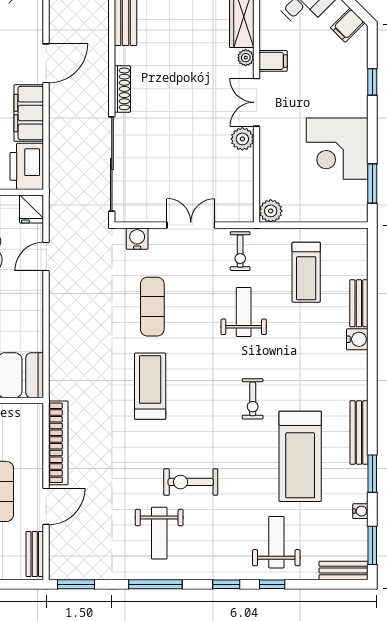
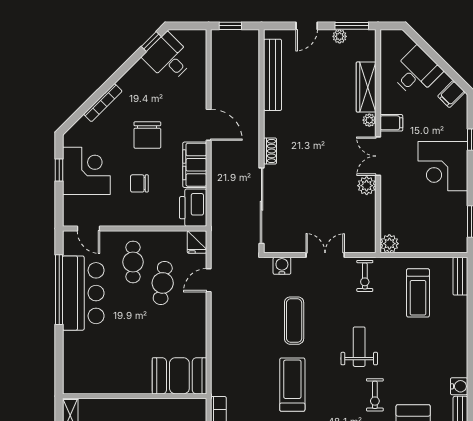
door: (46, 63) -> (209, 125), hinge flipped
shoe rack: (122, 89) -> (270, 151), width x0.70
corner desk: (337, 149) -> (443, 166), moved
bench: (359, 303) -> (460, 276), moved
weight bench: (244, 312) -> (359, 347), moved
water cooler: (357, 339) -> (459, 386), moved

